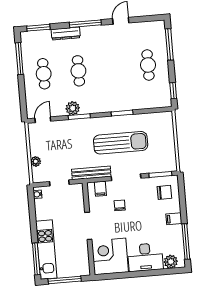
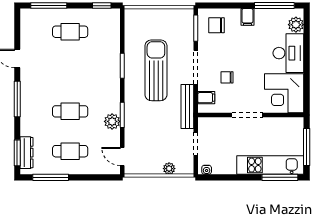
dresser: (66, 34) -> (26, 153), moved
chair: (164, 192) -> (217, 25), turned -90

